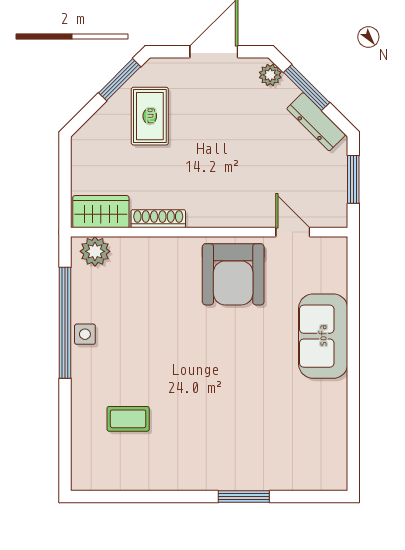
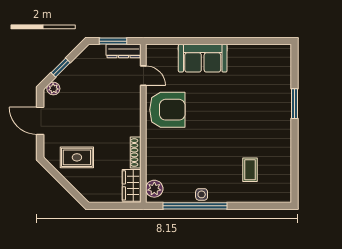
window: (120, 80) -> (56, 175), removed
window: (307, 88) -> (61, 68), width x0.67
dresser: (316, 122) -> (124, 51), moved, turned 45
door: (293, 232) -> (143, 76), swing flipped

